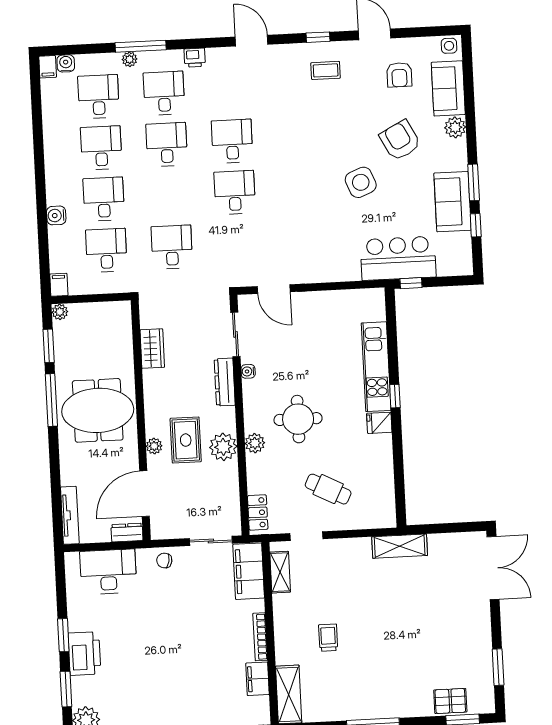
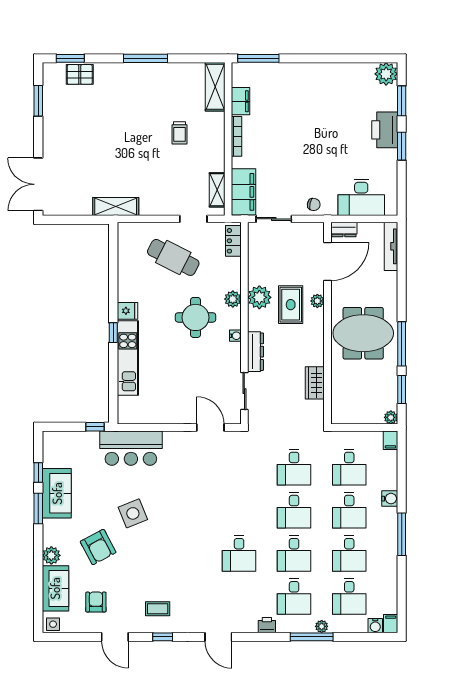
window: (40, 174) -> (402, 534), added
desk: (235, 192) -> (294, 510), moved
bar counter: (398, 258) -> (131, 448), moved
water cooler: (248, 371) -> (235, 336), moved
cafe table: (328, 489) -> (173, 257), width x1.37, depth x1.35

